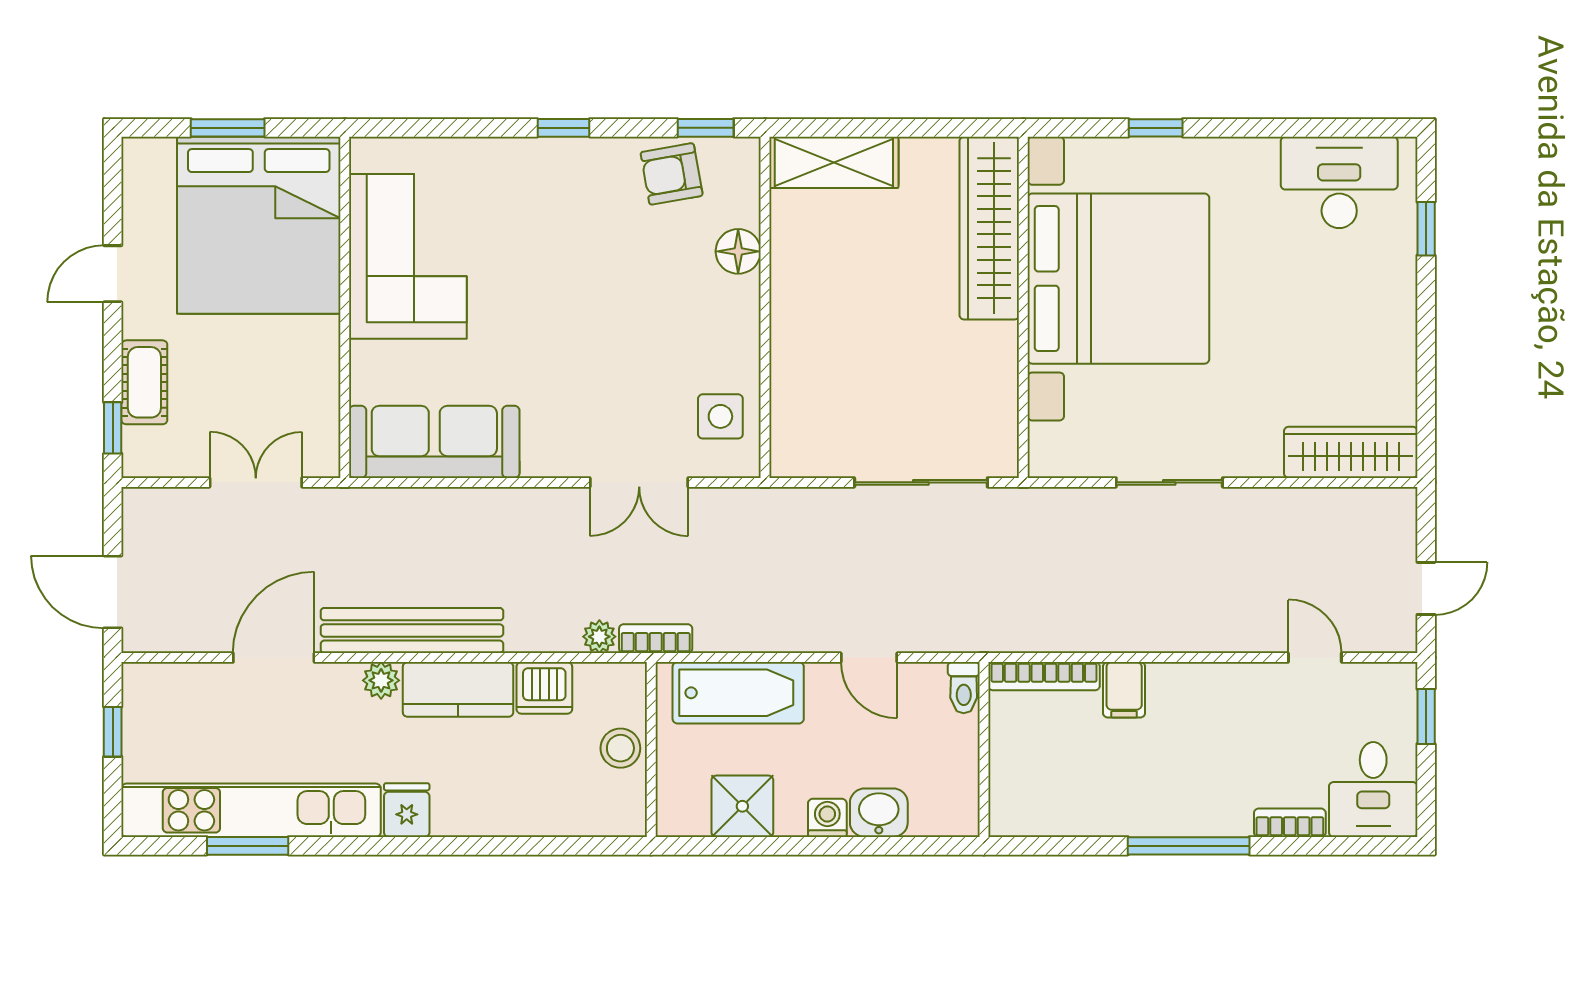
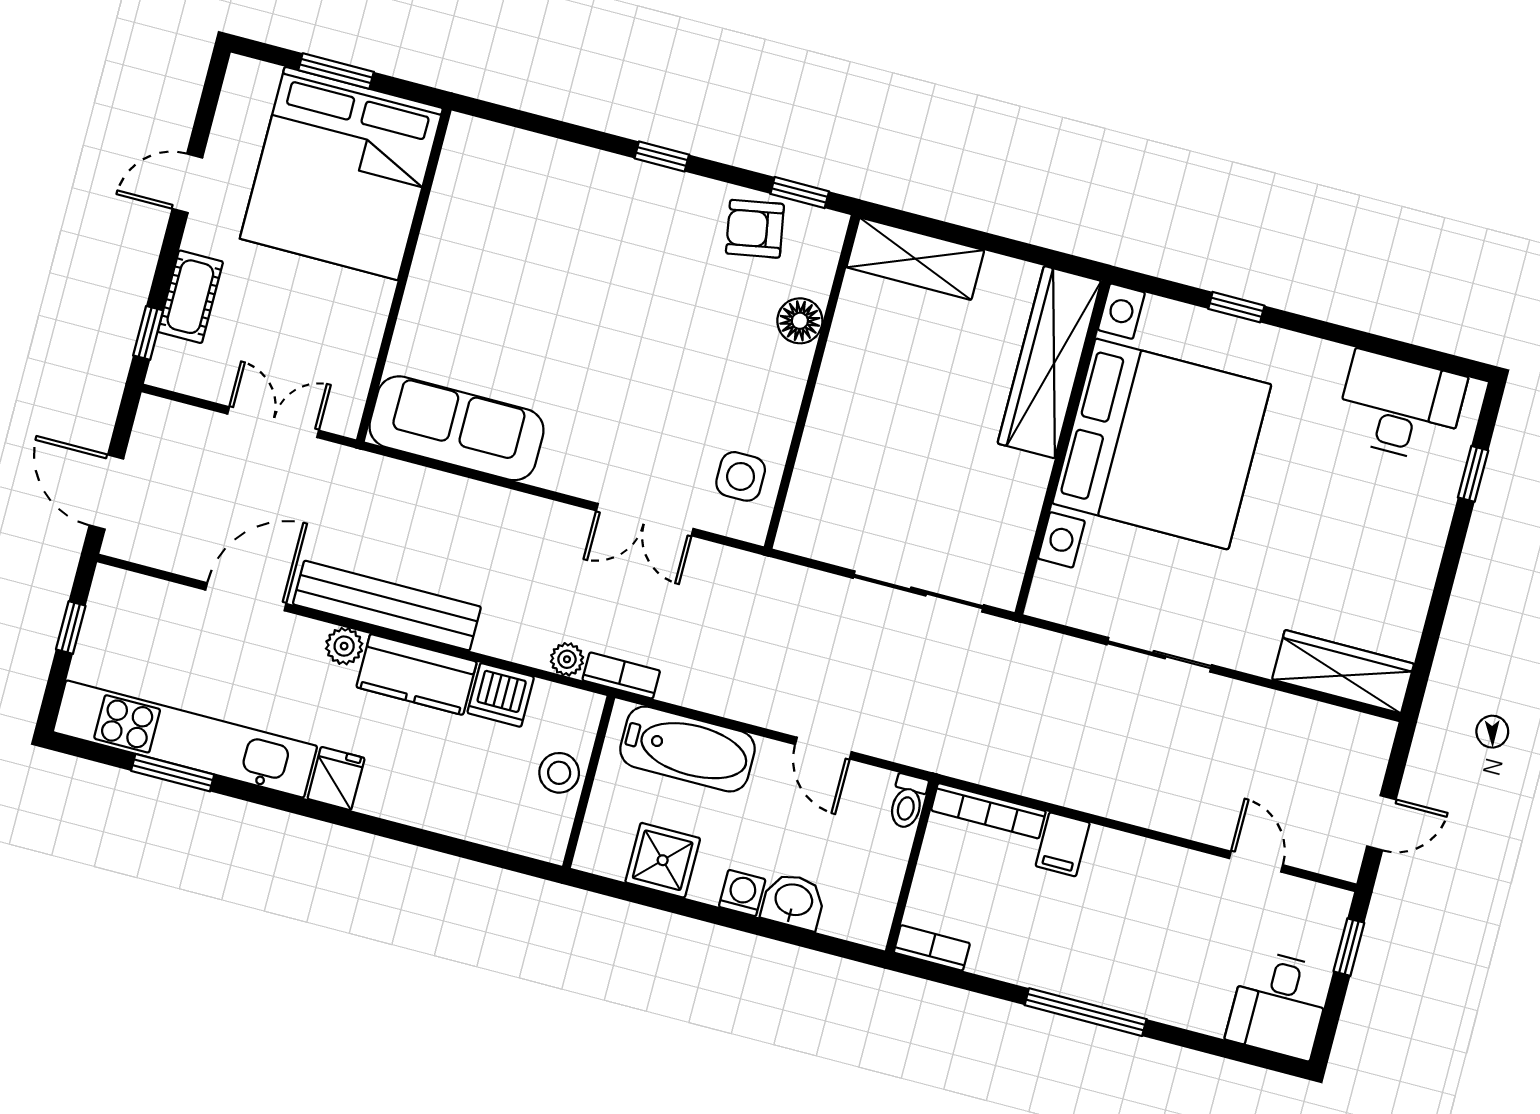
corner sofa: (408, 256) -> (478, 242), removed
bookcase: (1290, 823) -> (932, 948), moved

